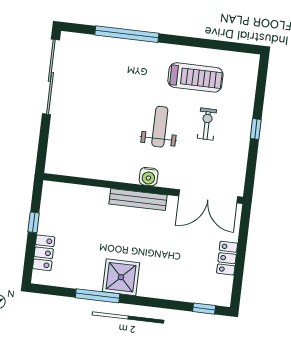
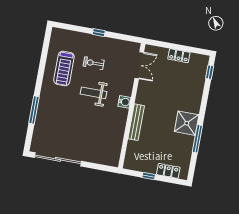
window: (127, 34) -> (34, 110), width x0.68
treadmill: (195, 77) -> (64, 68), turned 180
double door: (208, 196) -> (139, 65), width x0.73
bench: (138, 200) -> (136, 122), moved

